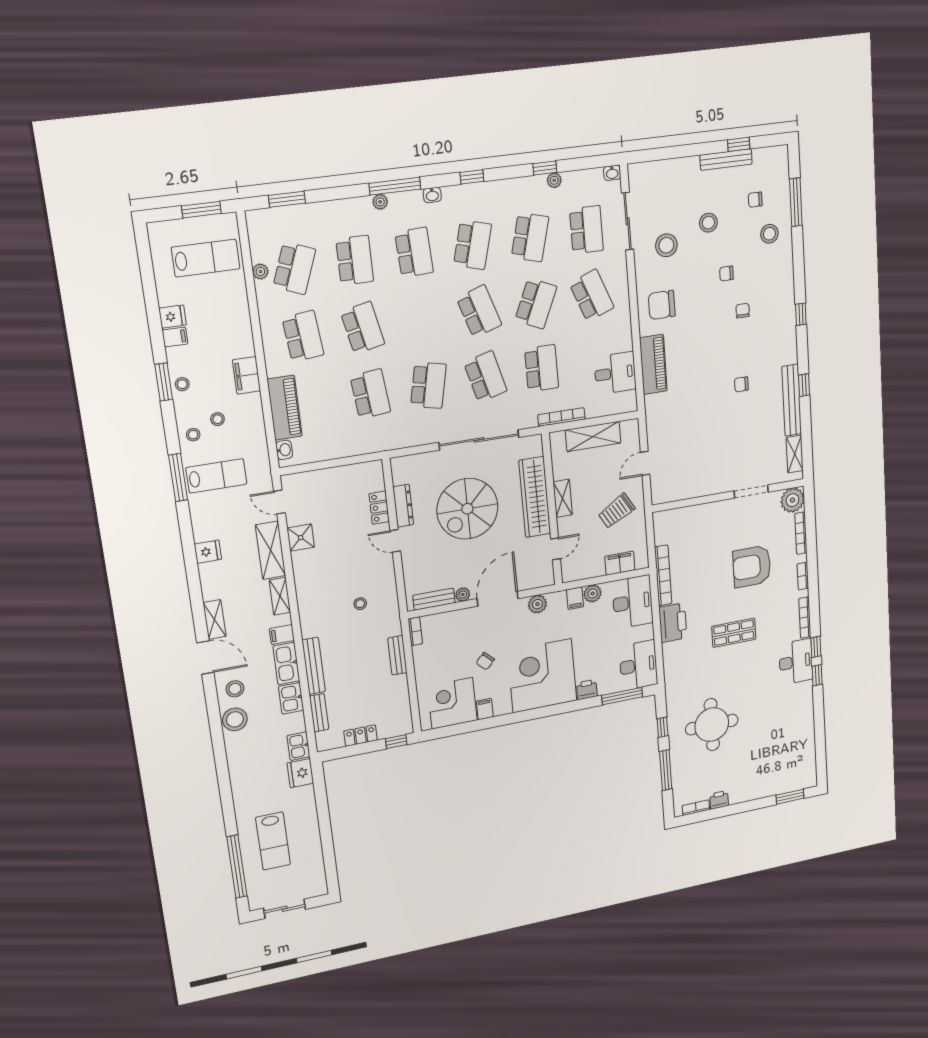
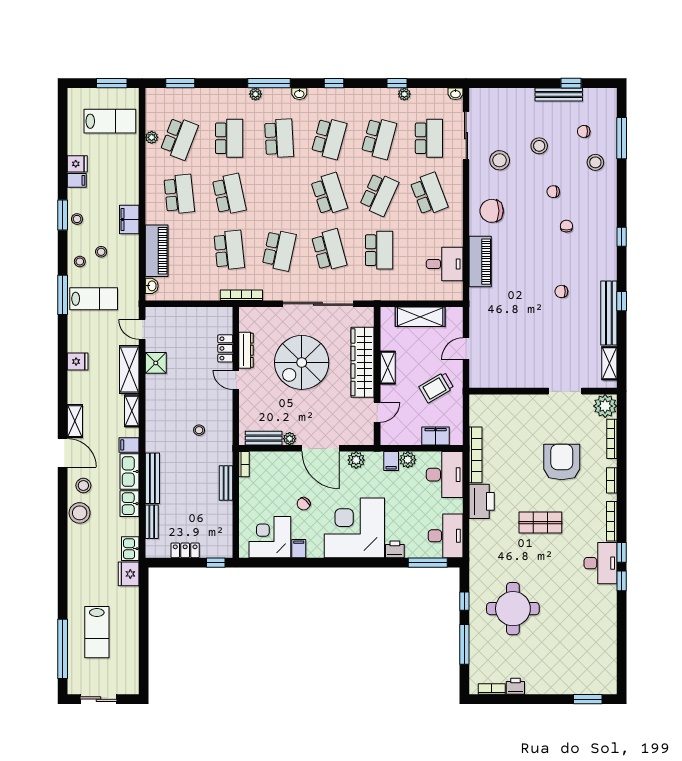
bookcase: (561, 417) -> (241, 295), moved
armchair: (752, 566) -> (562, 462), turned 90
door: (498, 599) -> (320, 448), swing flipped

